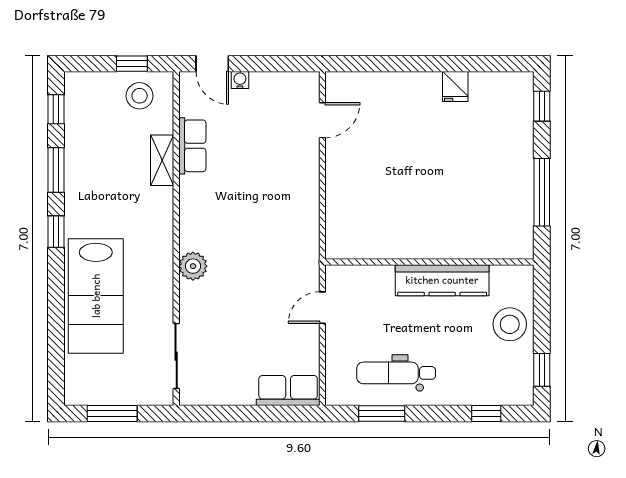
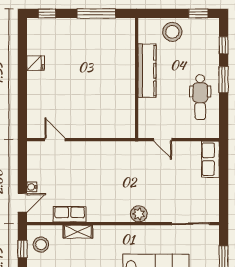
window: (382, 414) -> (224, 80), moved

